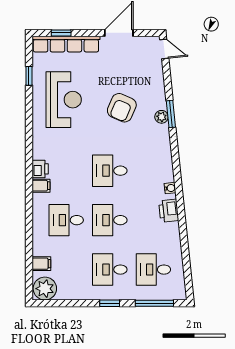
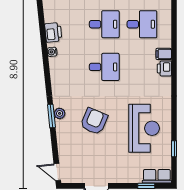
row of seats: (66, 44) -> (157, 176), width x0.50
reception desk: (64, 100) -> (144, 128), turned 180

